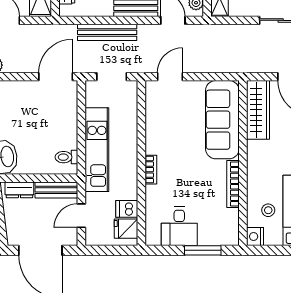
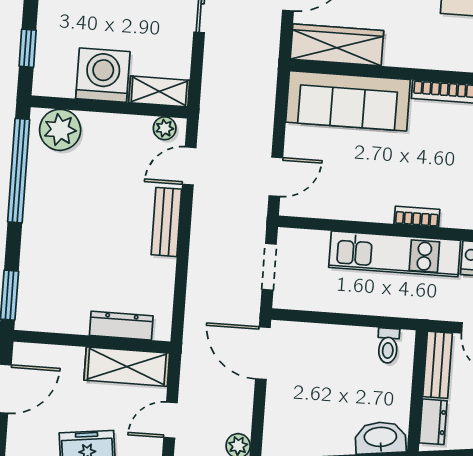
bench: (107, 32) -> (200, 269), removed
door: (170, 77) -> (276, 177), swing flipped
kitchen unit: (97, 150) -> (395, 254), moved, turned 180

